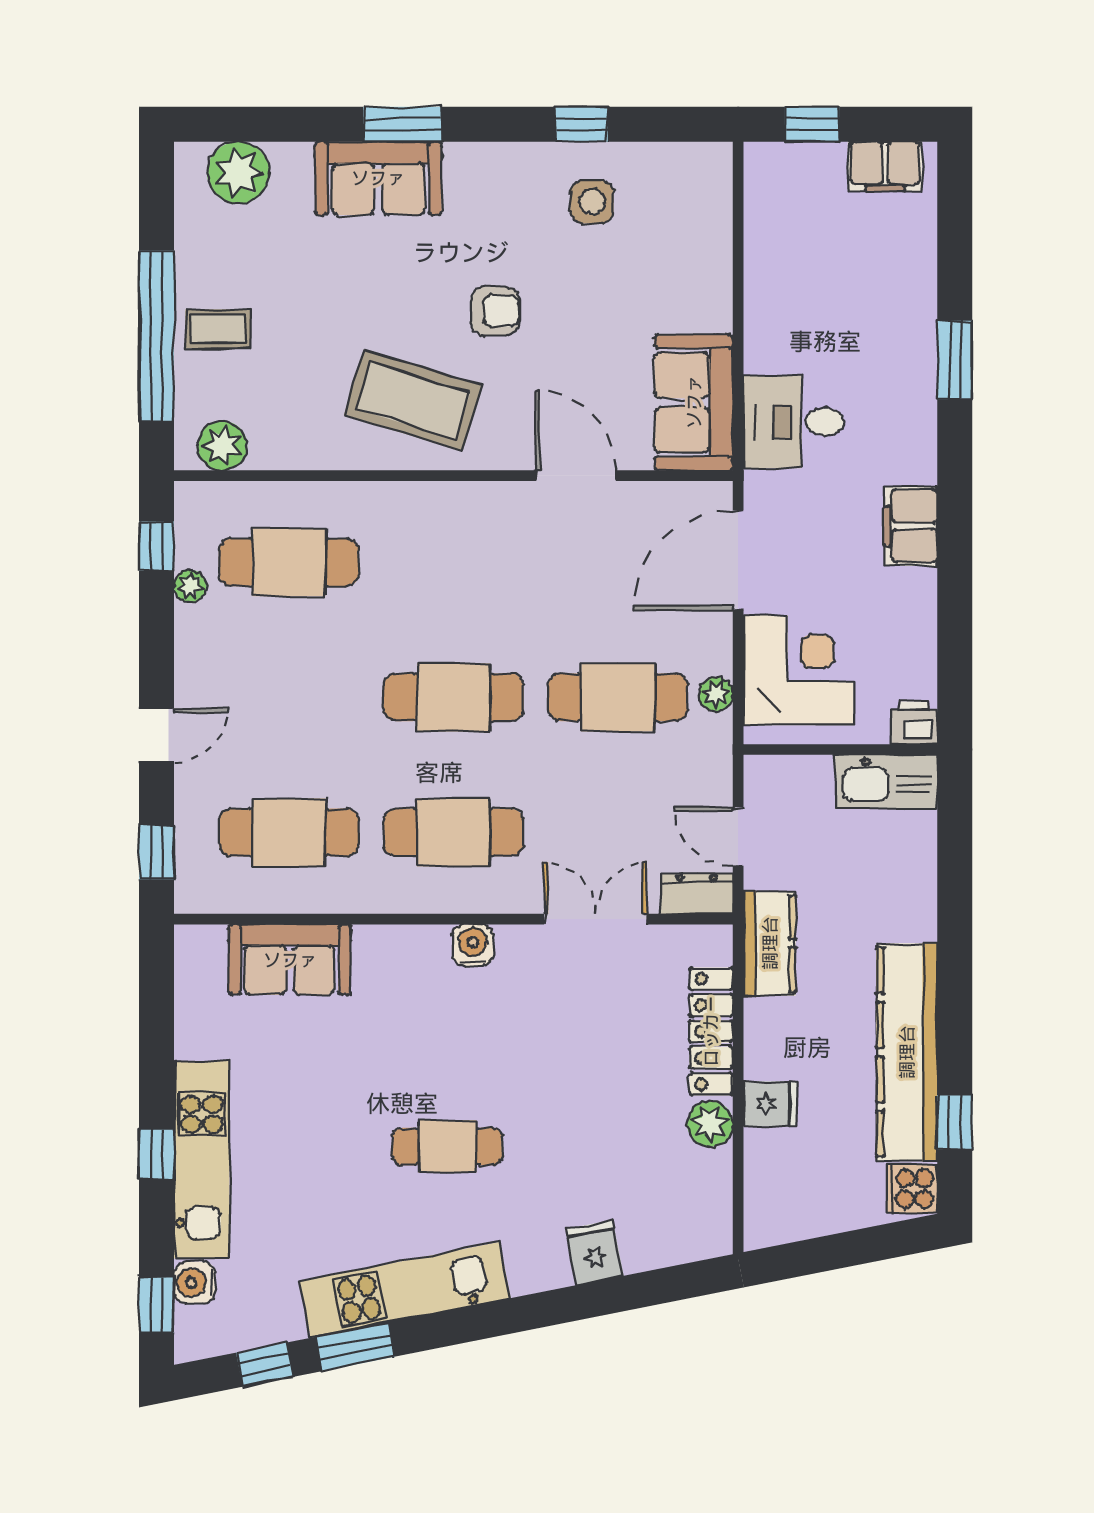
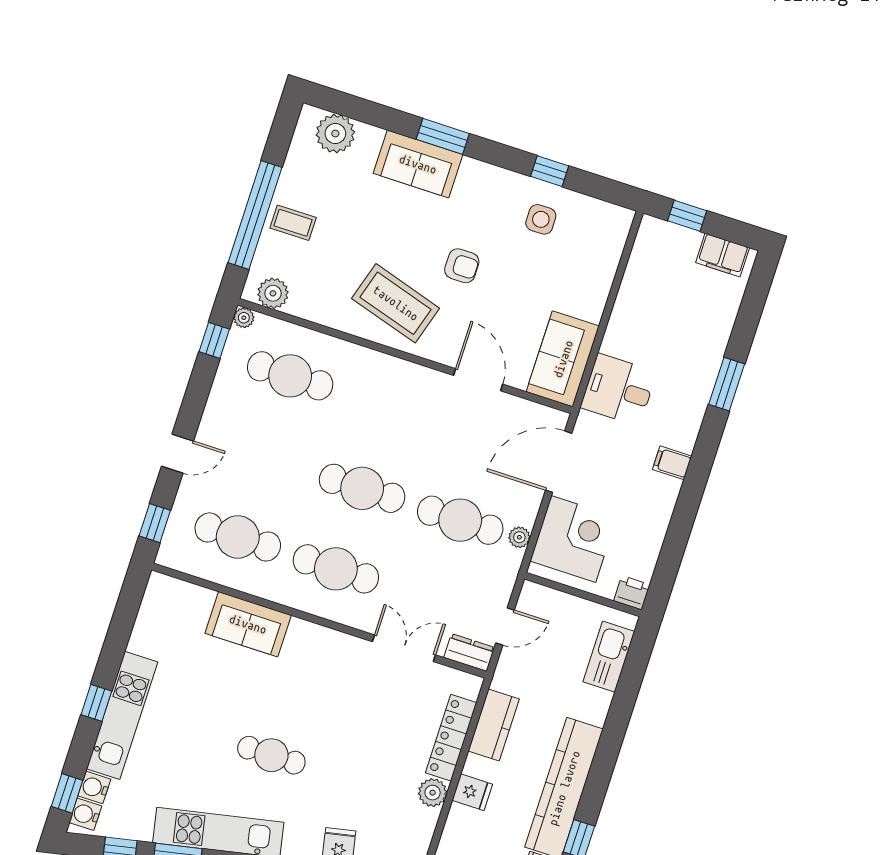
filing cabinet: (911, 526) -> (672, 463), width x0.50
plant: (190, 586) -> (244, 318), moved
kitchen sink: (886, 782) -> (609, 657), moved, turned 90
door: (738, 837) -> (505, 627), swing flipped
kitchen counter: (770, 943) -> (494, 725), moved
water cooler: (473, 945) -> (85, 814), moved, turned -90
sofa: (290, 960) -> (248, 624), moved

